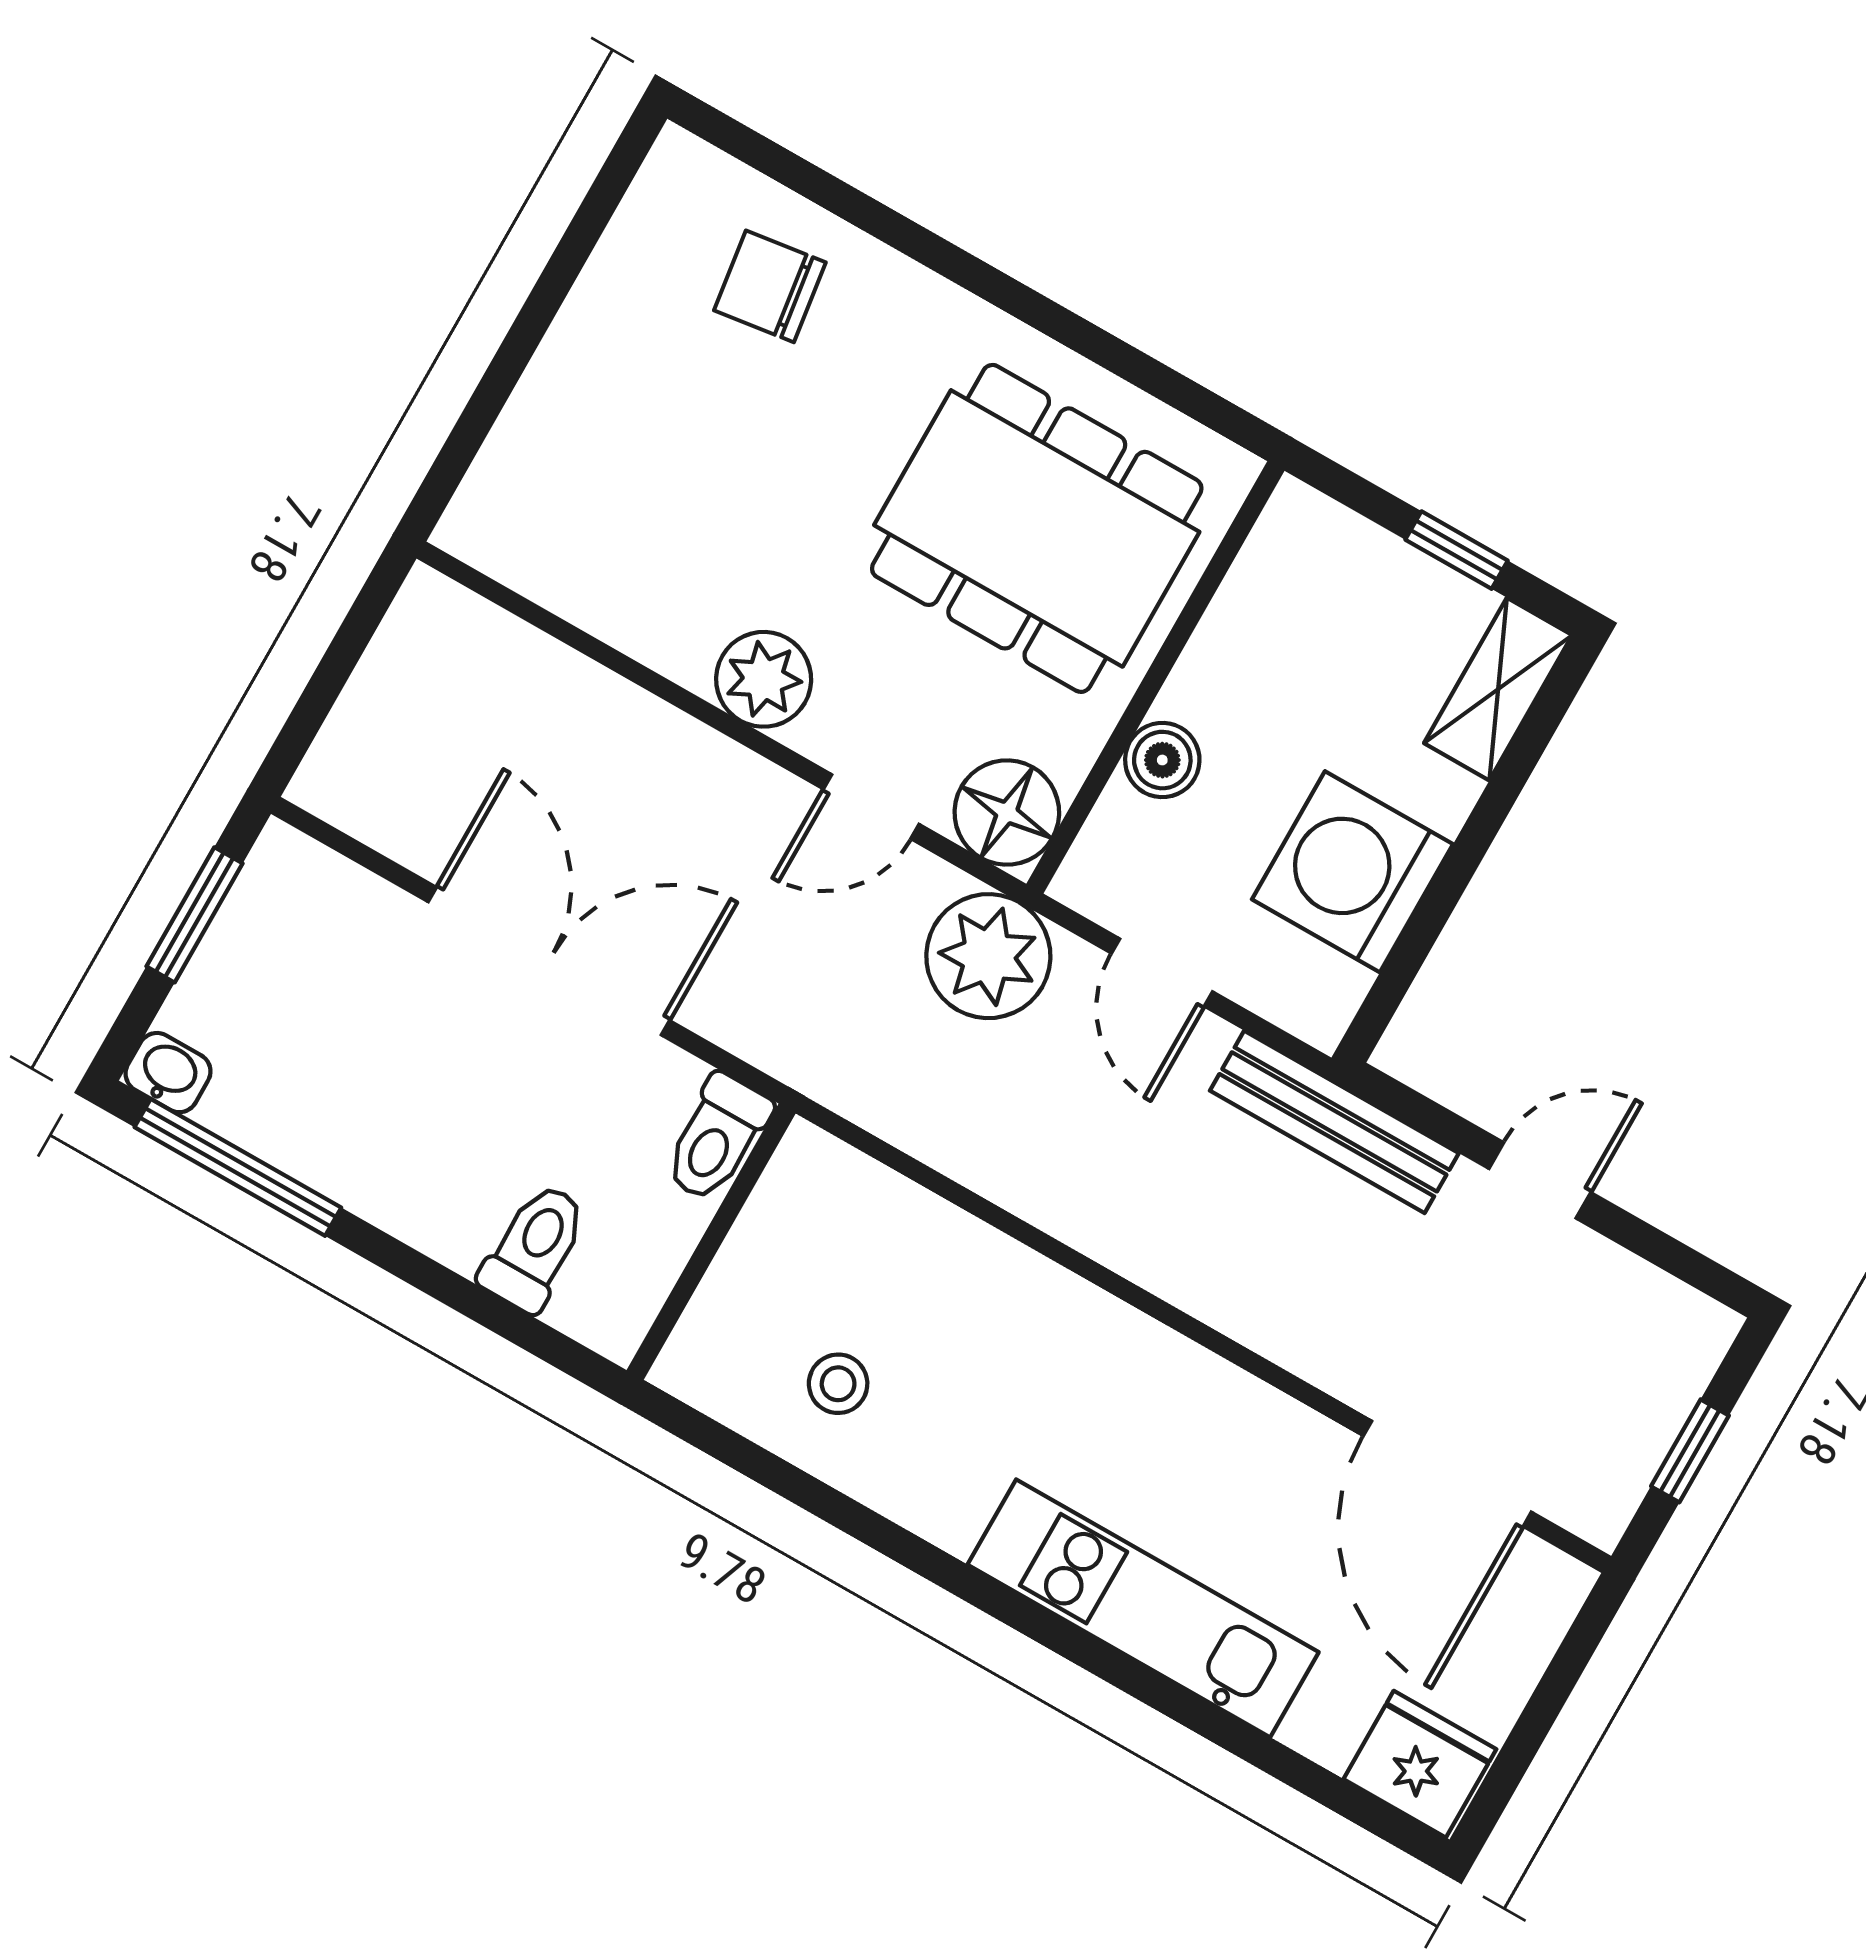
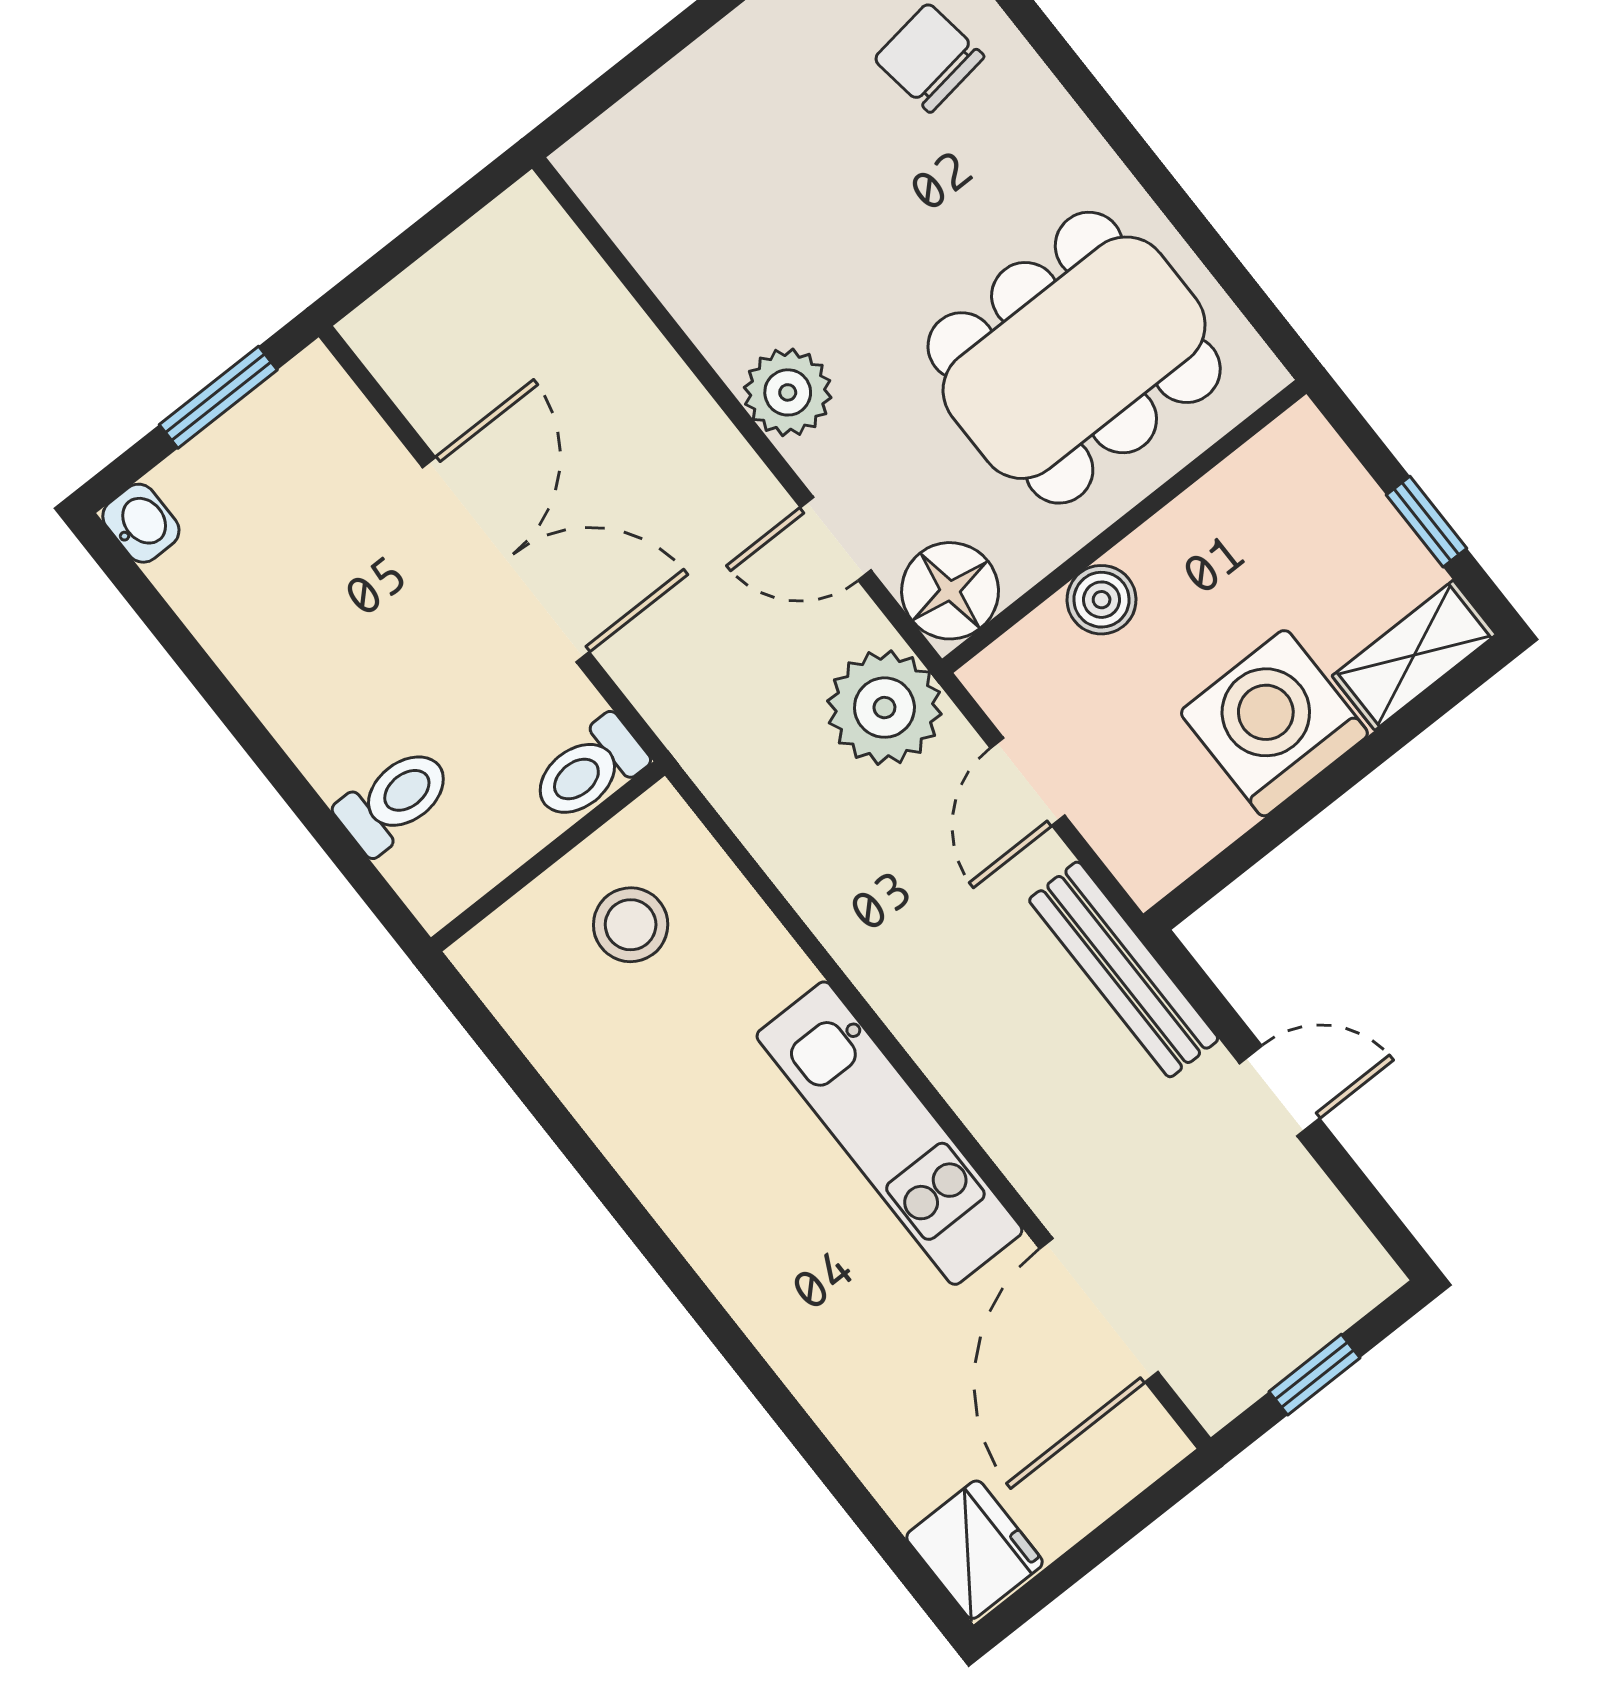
dining table: (1037, 528) -> (1074, 358), turned 90
washing machine: (1352, 872) -> (1274, 723), moved
window: (238, 1167) -> (168, 629), removed
stool: (838, 1384) -> (631, 925), moved, width x1.37, depth x1.37
kitchen unit: (1143, 1608) -> (889, 1133), moved, turned 180

